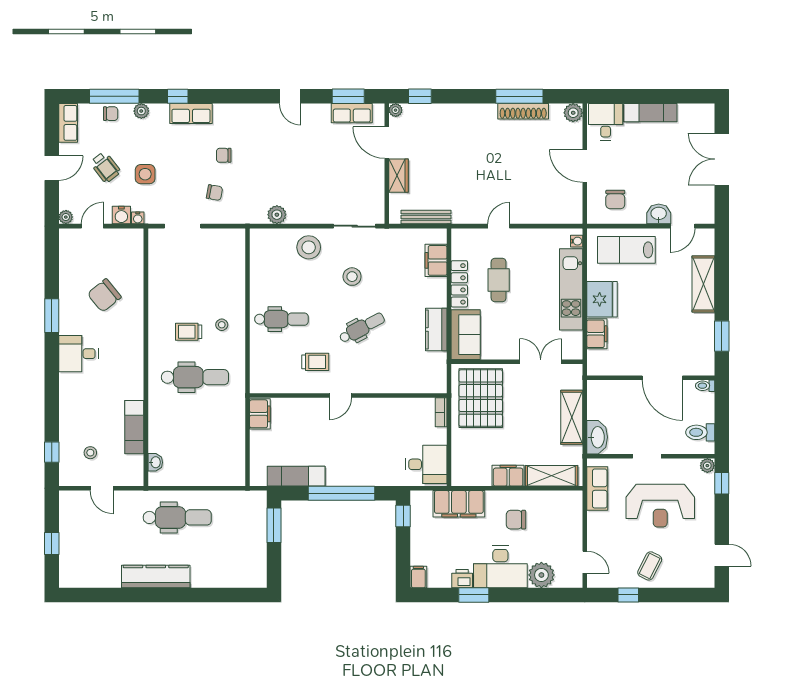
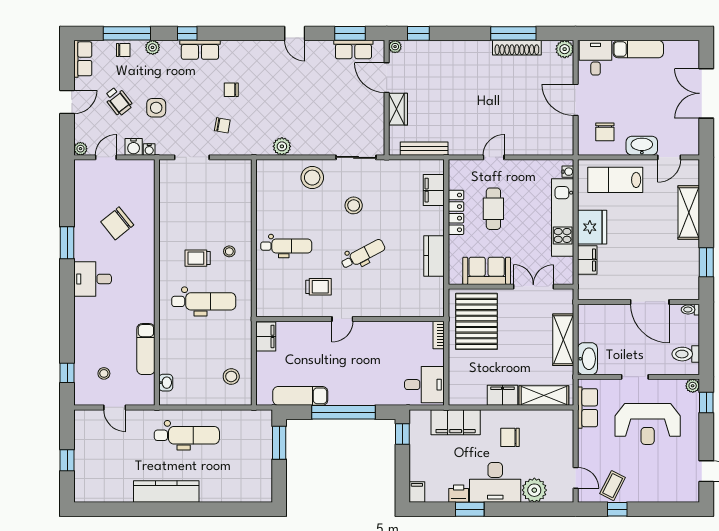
washbasin: (659, 214) -> (642, 146), width x1.38
sofa: (466, 335) -> (487, 271), moved, turned -90
stool: (224, 456) -> (231, 377), added
coffee table: (650, 566) -> (613, 486), moved

